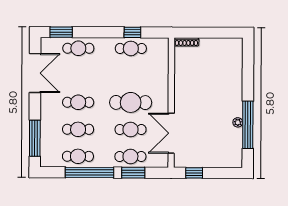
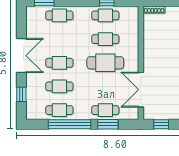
double door: (35, 73) -> (21, 56), moved
cafe table: (131, 130) -> (105, 39), moved
window: (35, 138) -> (21, 94), width x0.46

